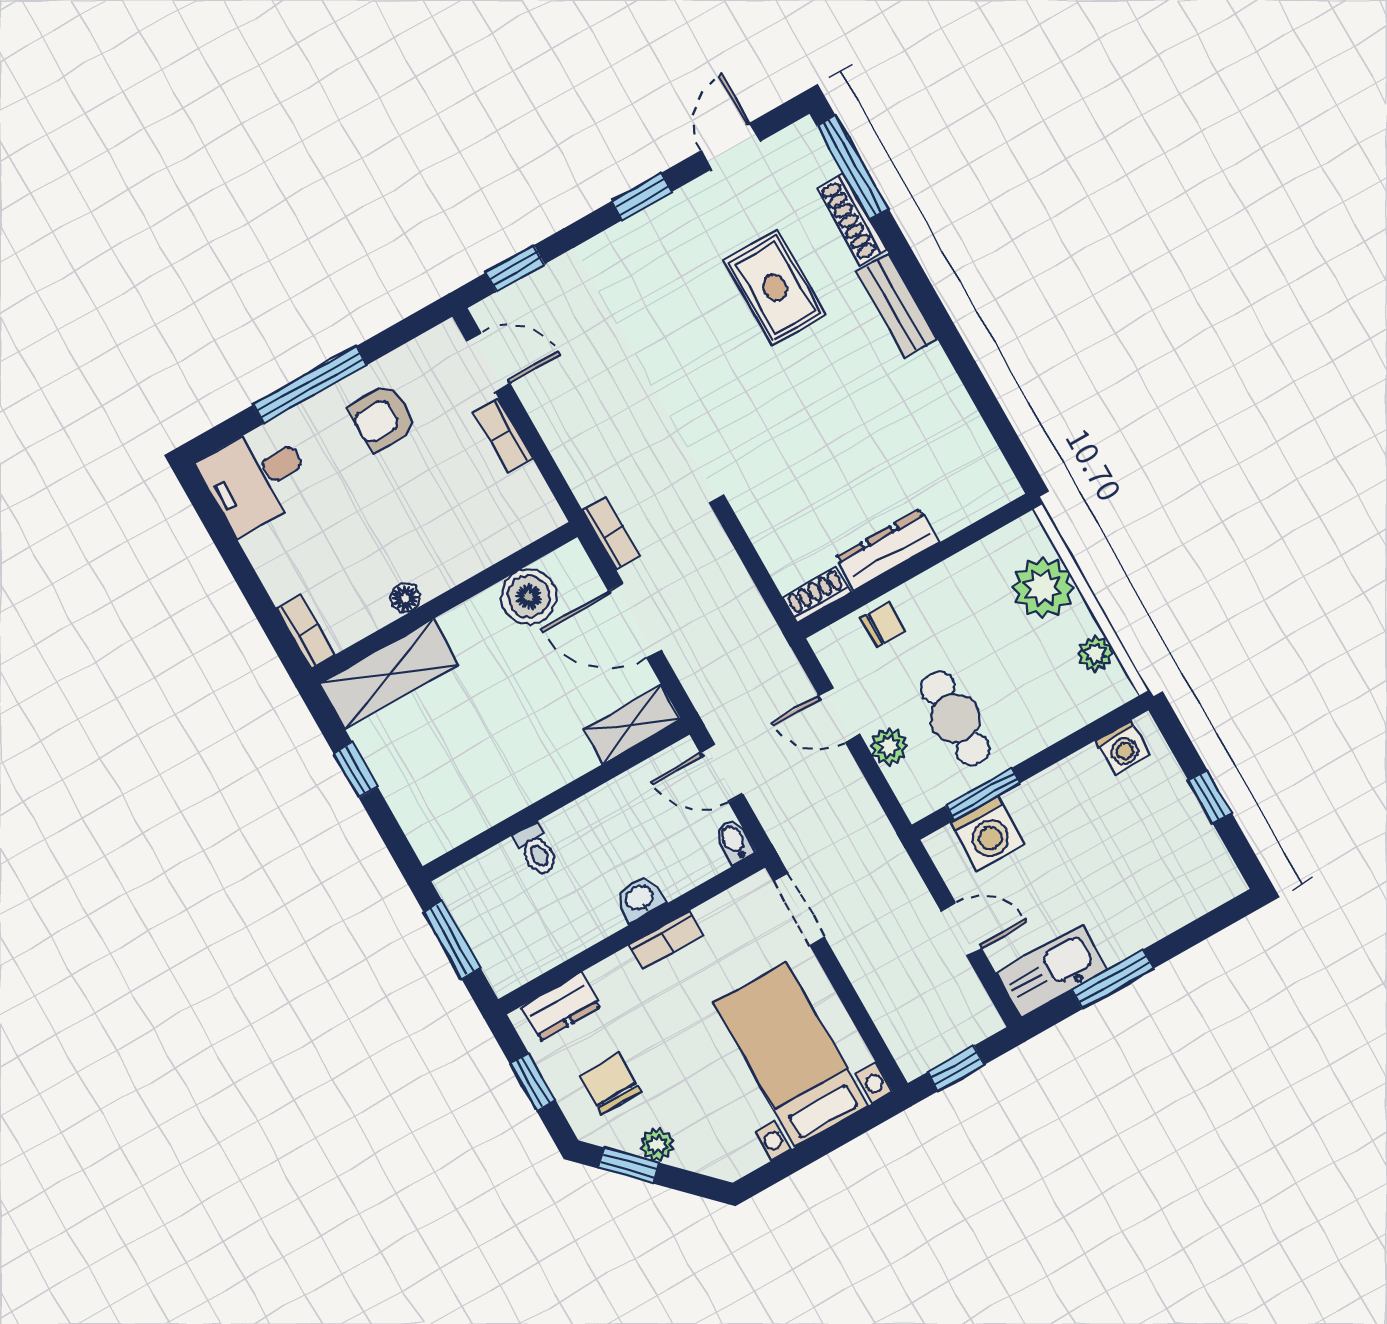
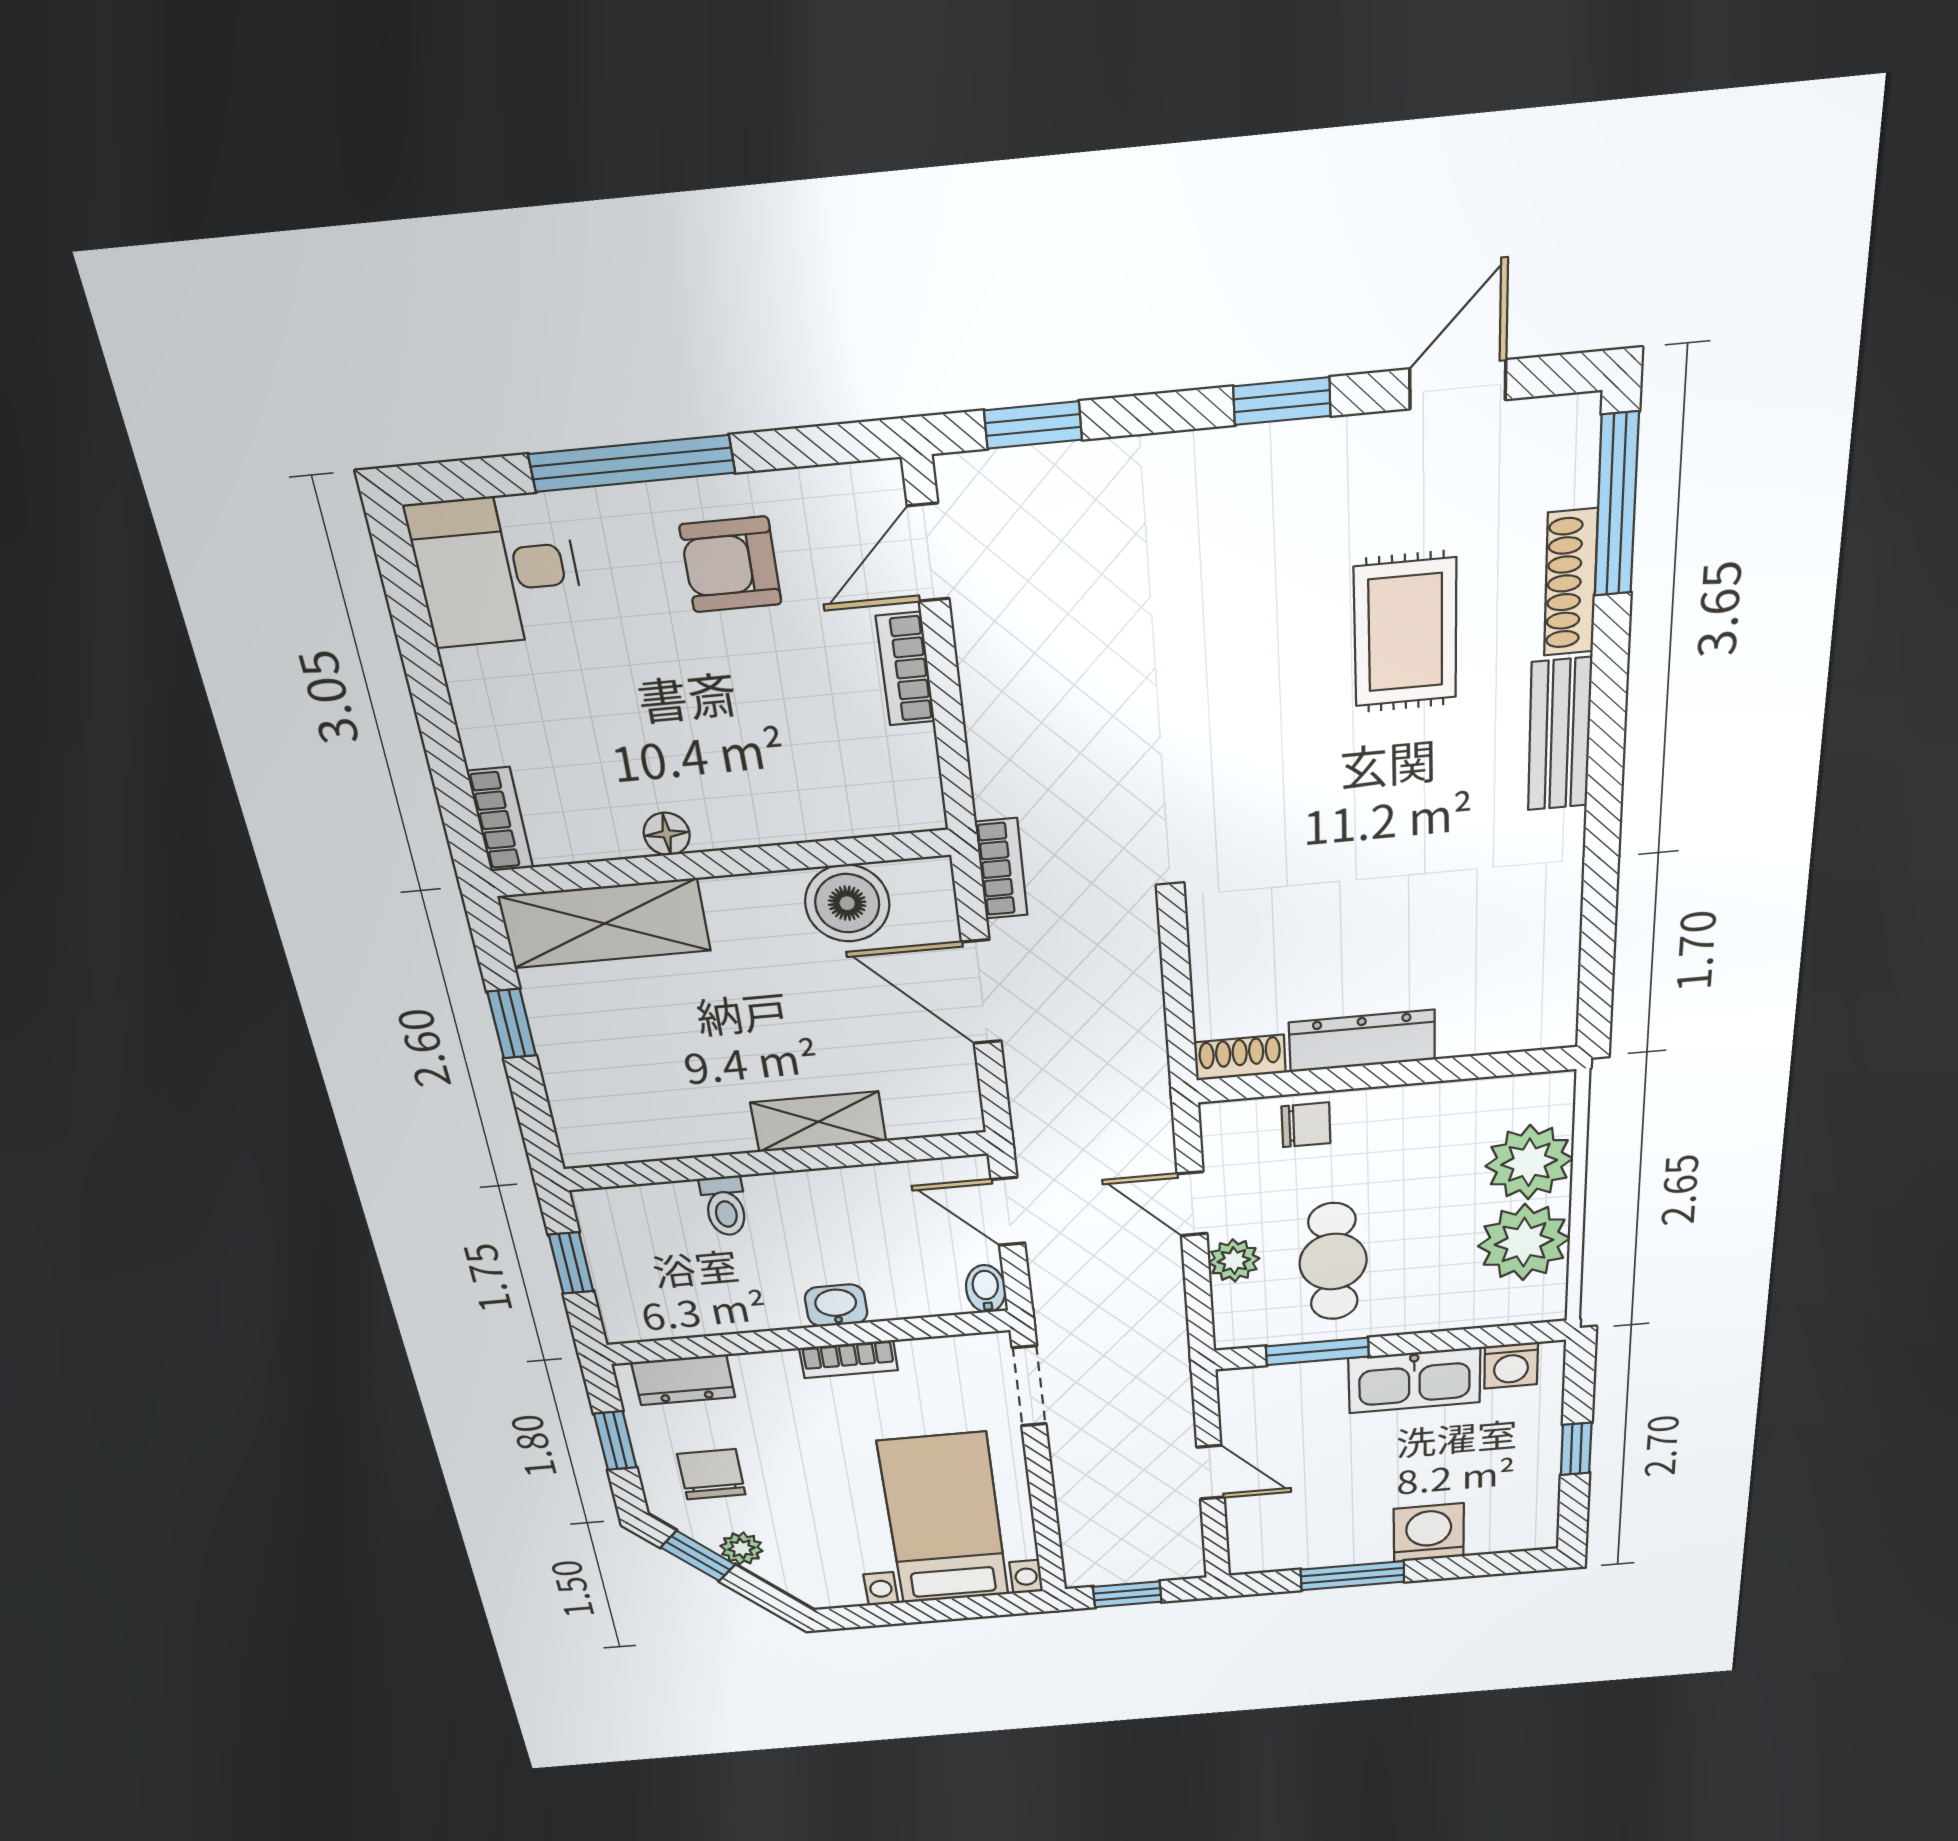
door: (488, 362) -> (928, 553), swing flipped
plant: (1096, 654) -> (1524, 1242), width x1.87, depth x1.87
shelving: (632, 724) -> (818, 1122), moved
washing machine: (988, 833) -> (1429, 1533), moved, turned 180
window: (452, 940) -> (571, 1263), width x0.67
kitchen sink: (1052, 971) -> (1414, 1380), moved, turned 180

